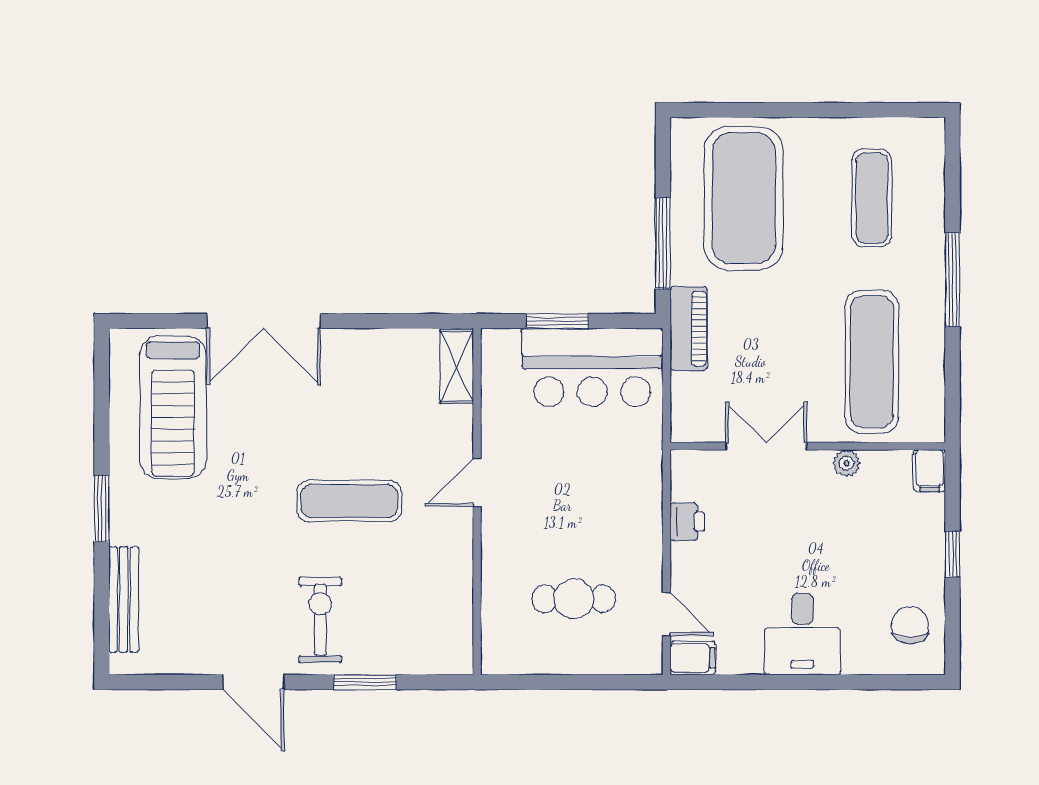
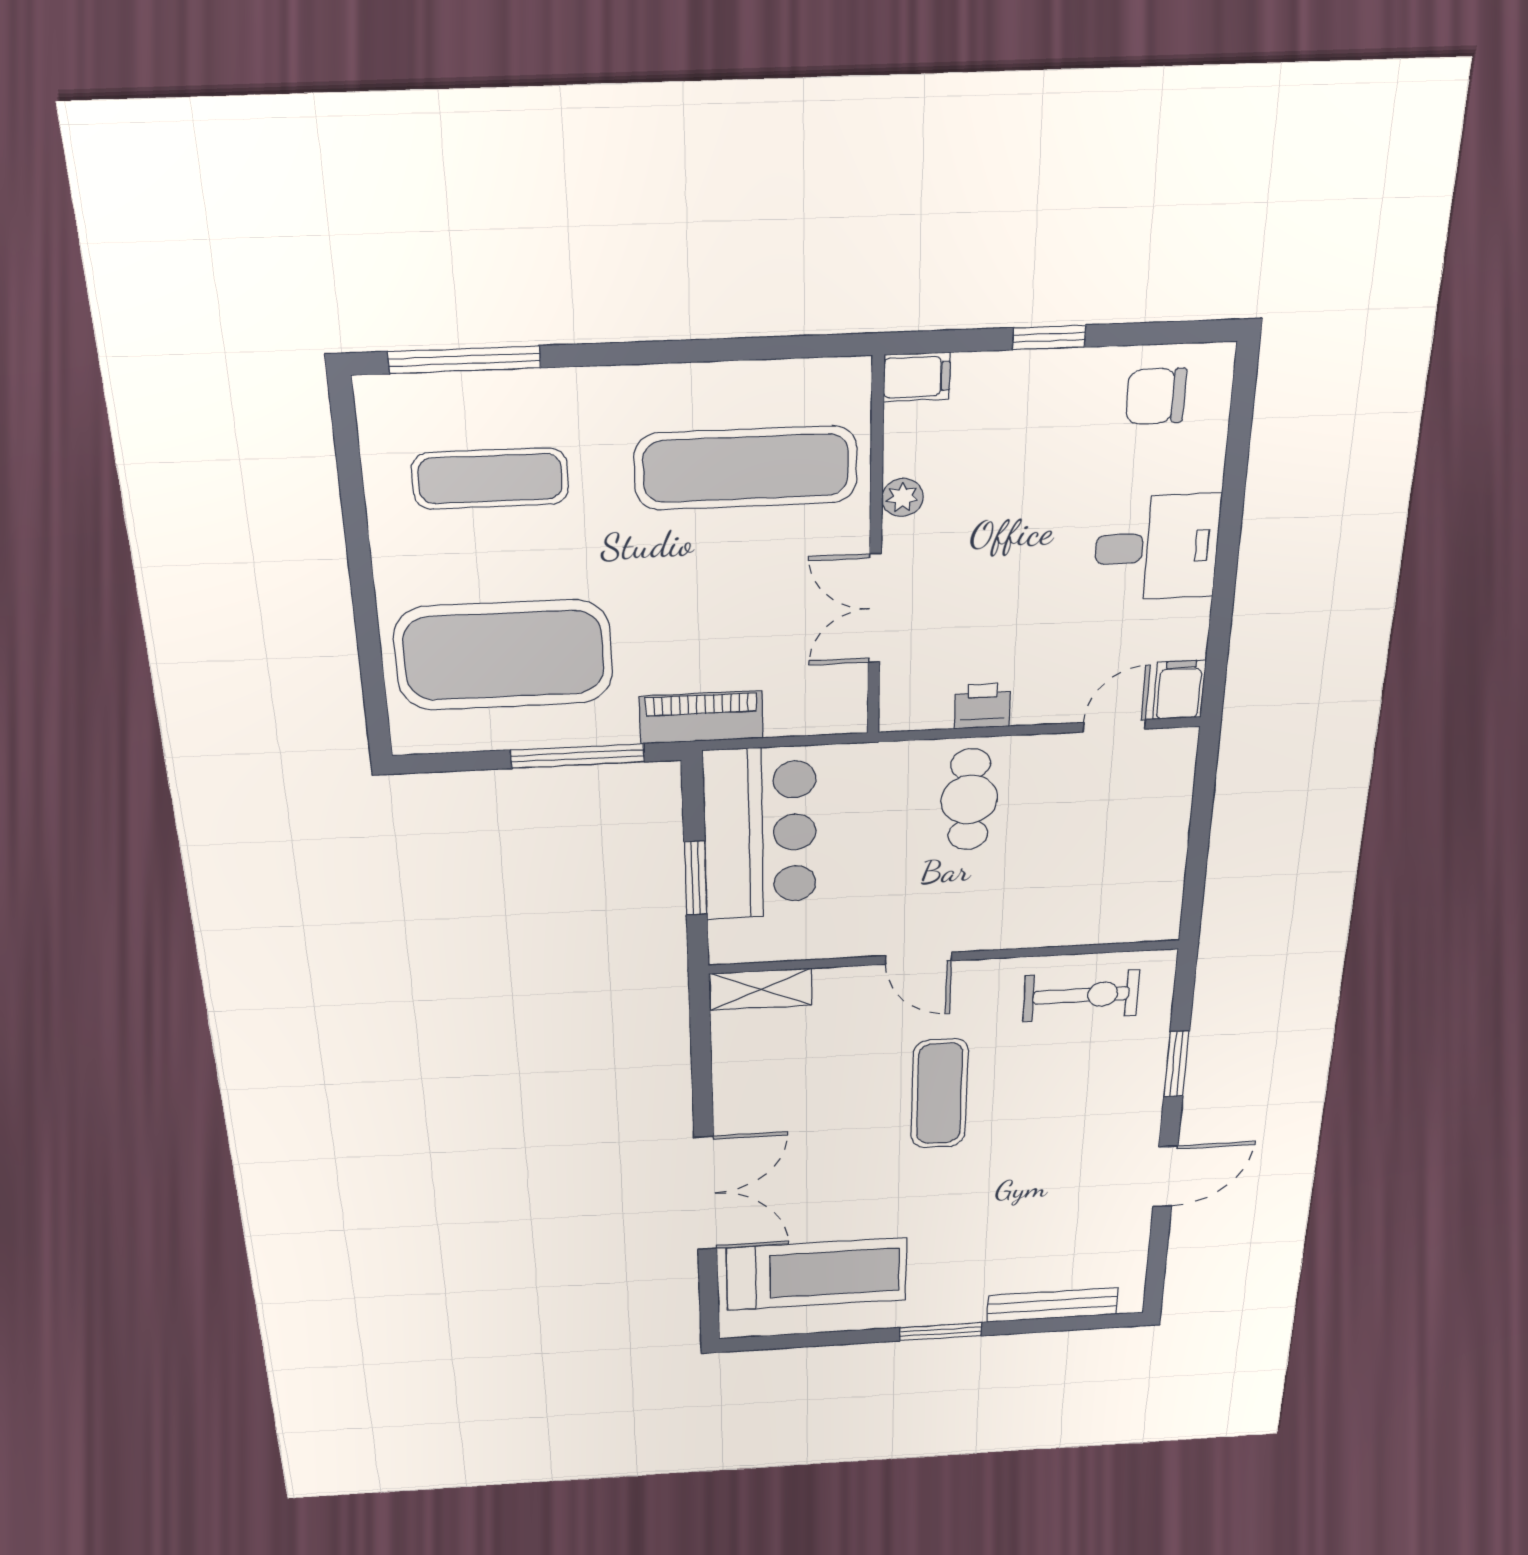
window: (953, 280) -> (464, 360), moved
cafe table: (574, 599) -> (969, 799), moved
exercise bike: (320, 620) -> (1081, 995), moved, turned 180

